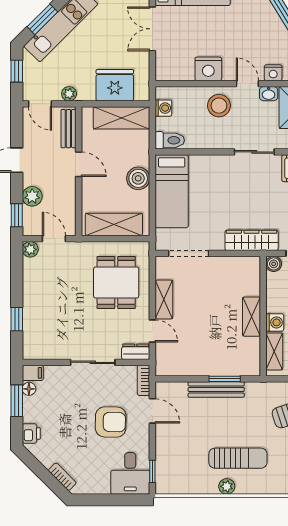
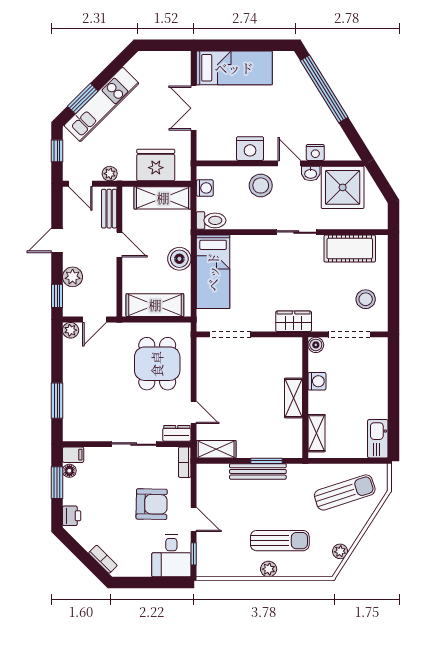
door: (54, 239) -> (94, 319), swing flipped
wardrobe: (252, 240) -> (294, 321), width x0.67
shelving: (164, 299) -> (216, 449), moved, turned 90
window: (17, 319) -> (57, 401), width x1.50
washing machine: (275, 322) -> (317, 381), moved
door: (152, 411) -> (194, 519), moved

